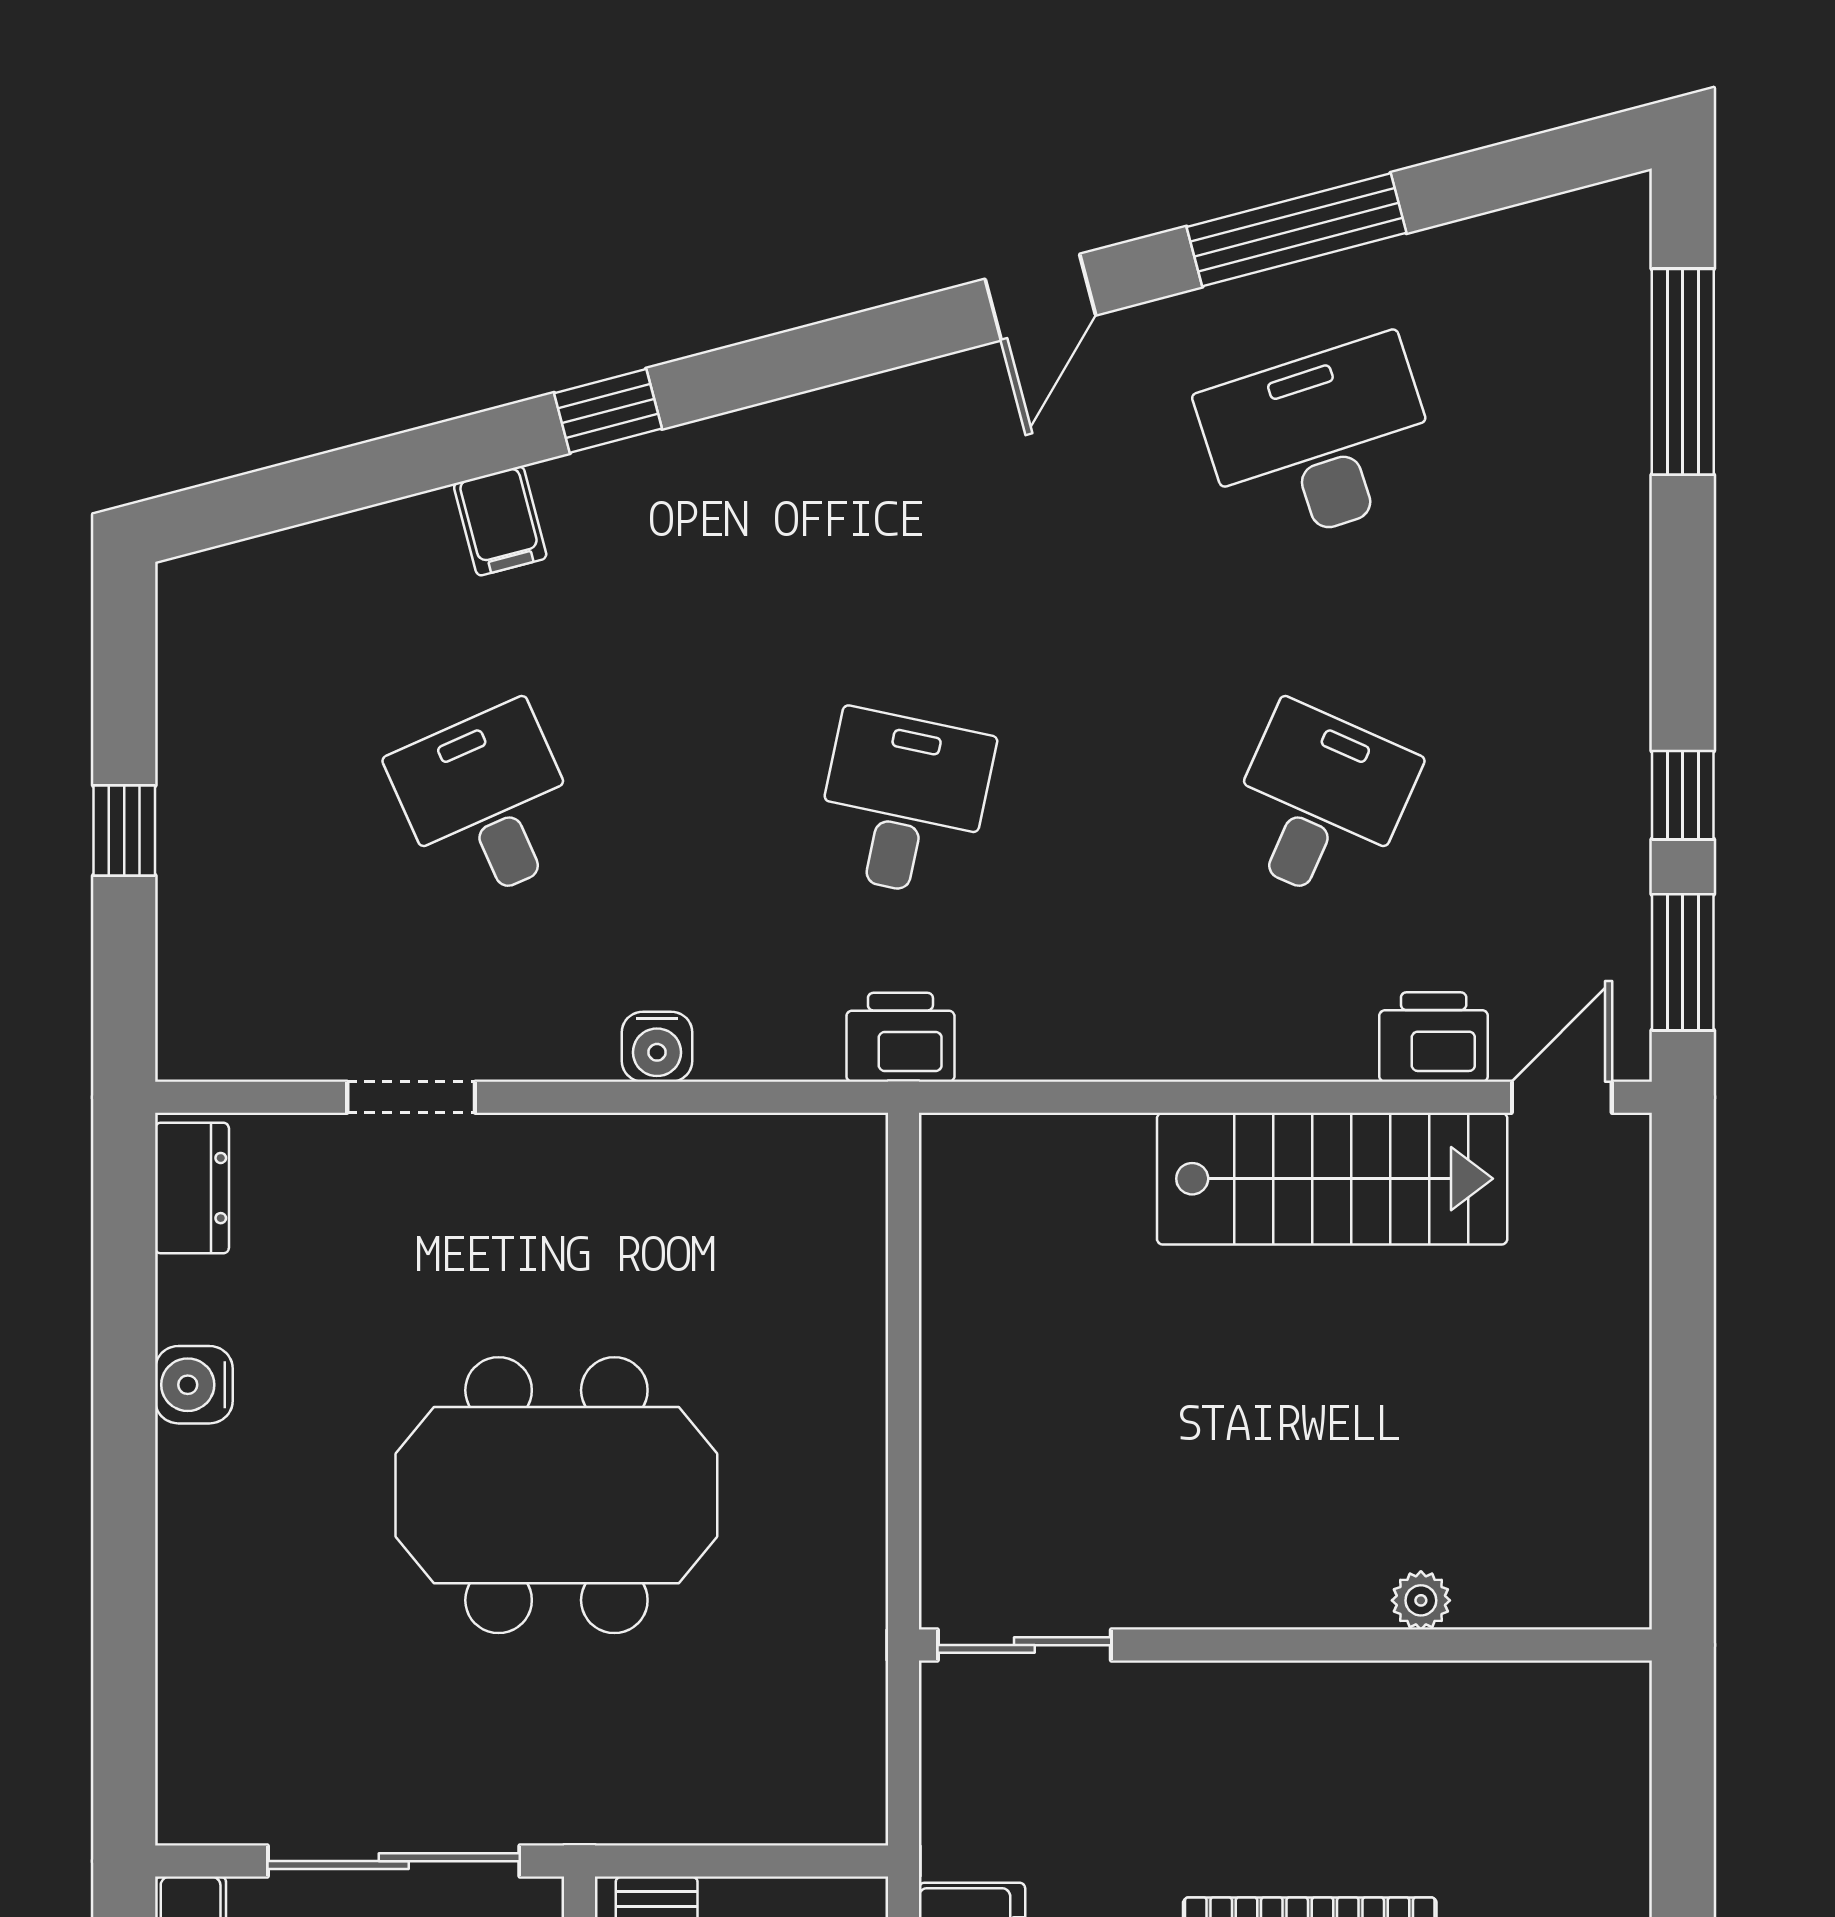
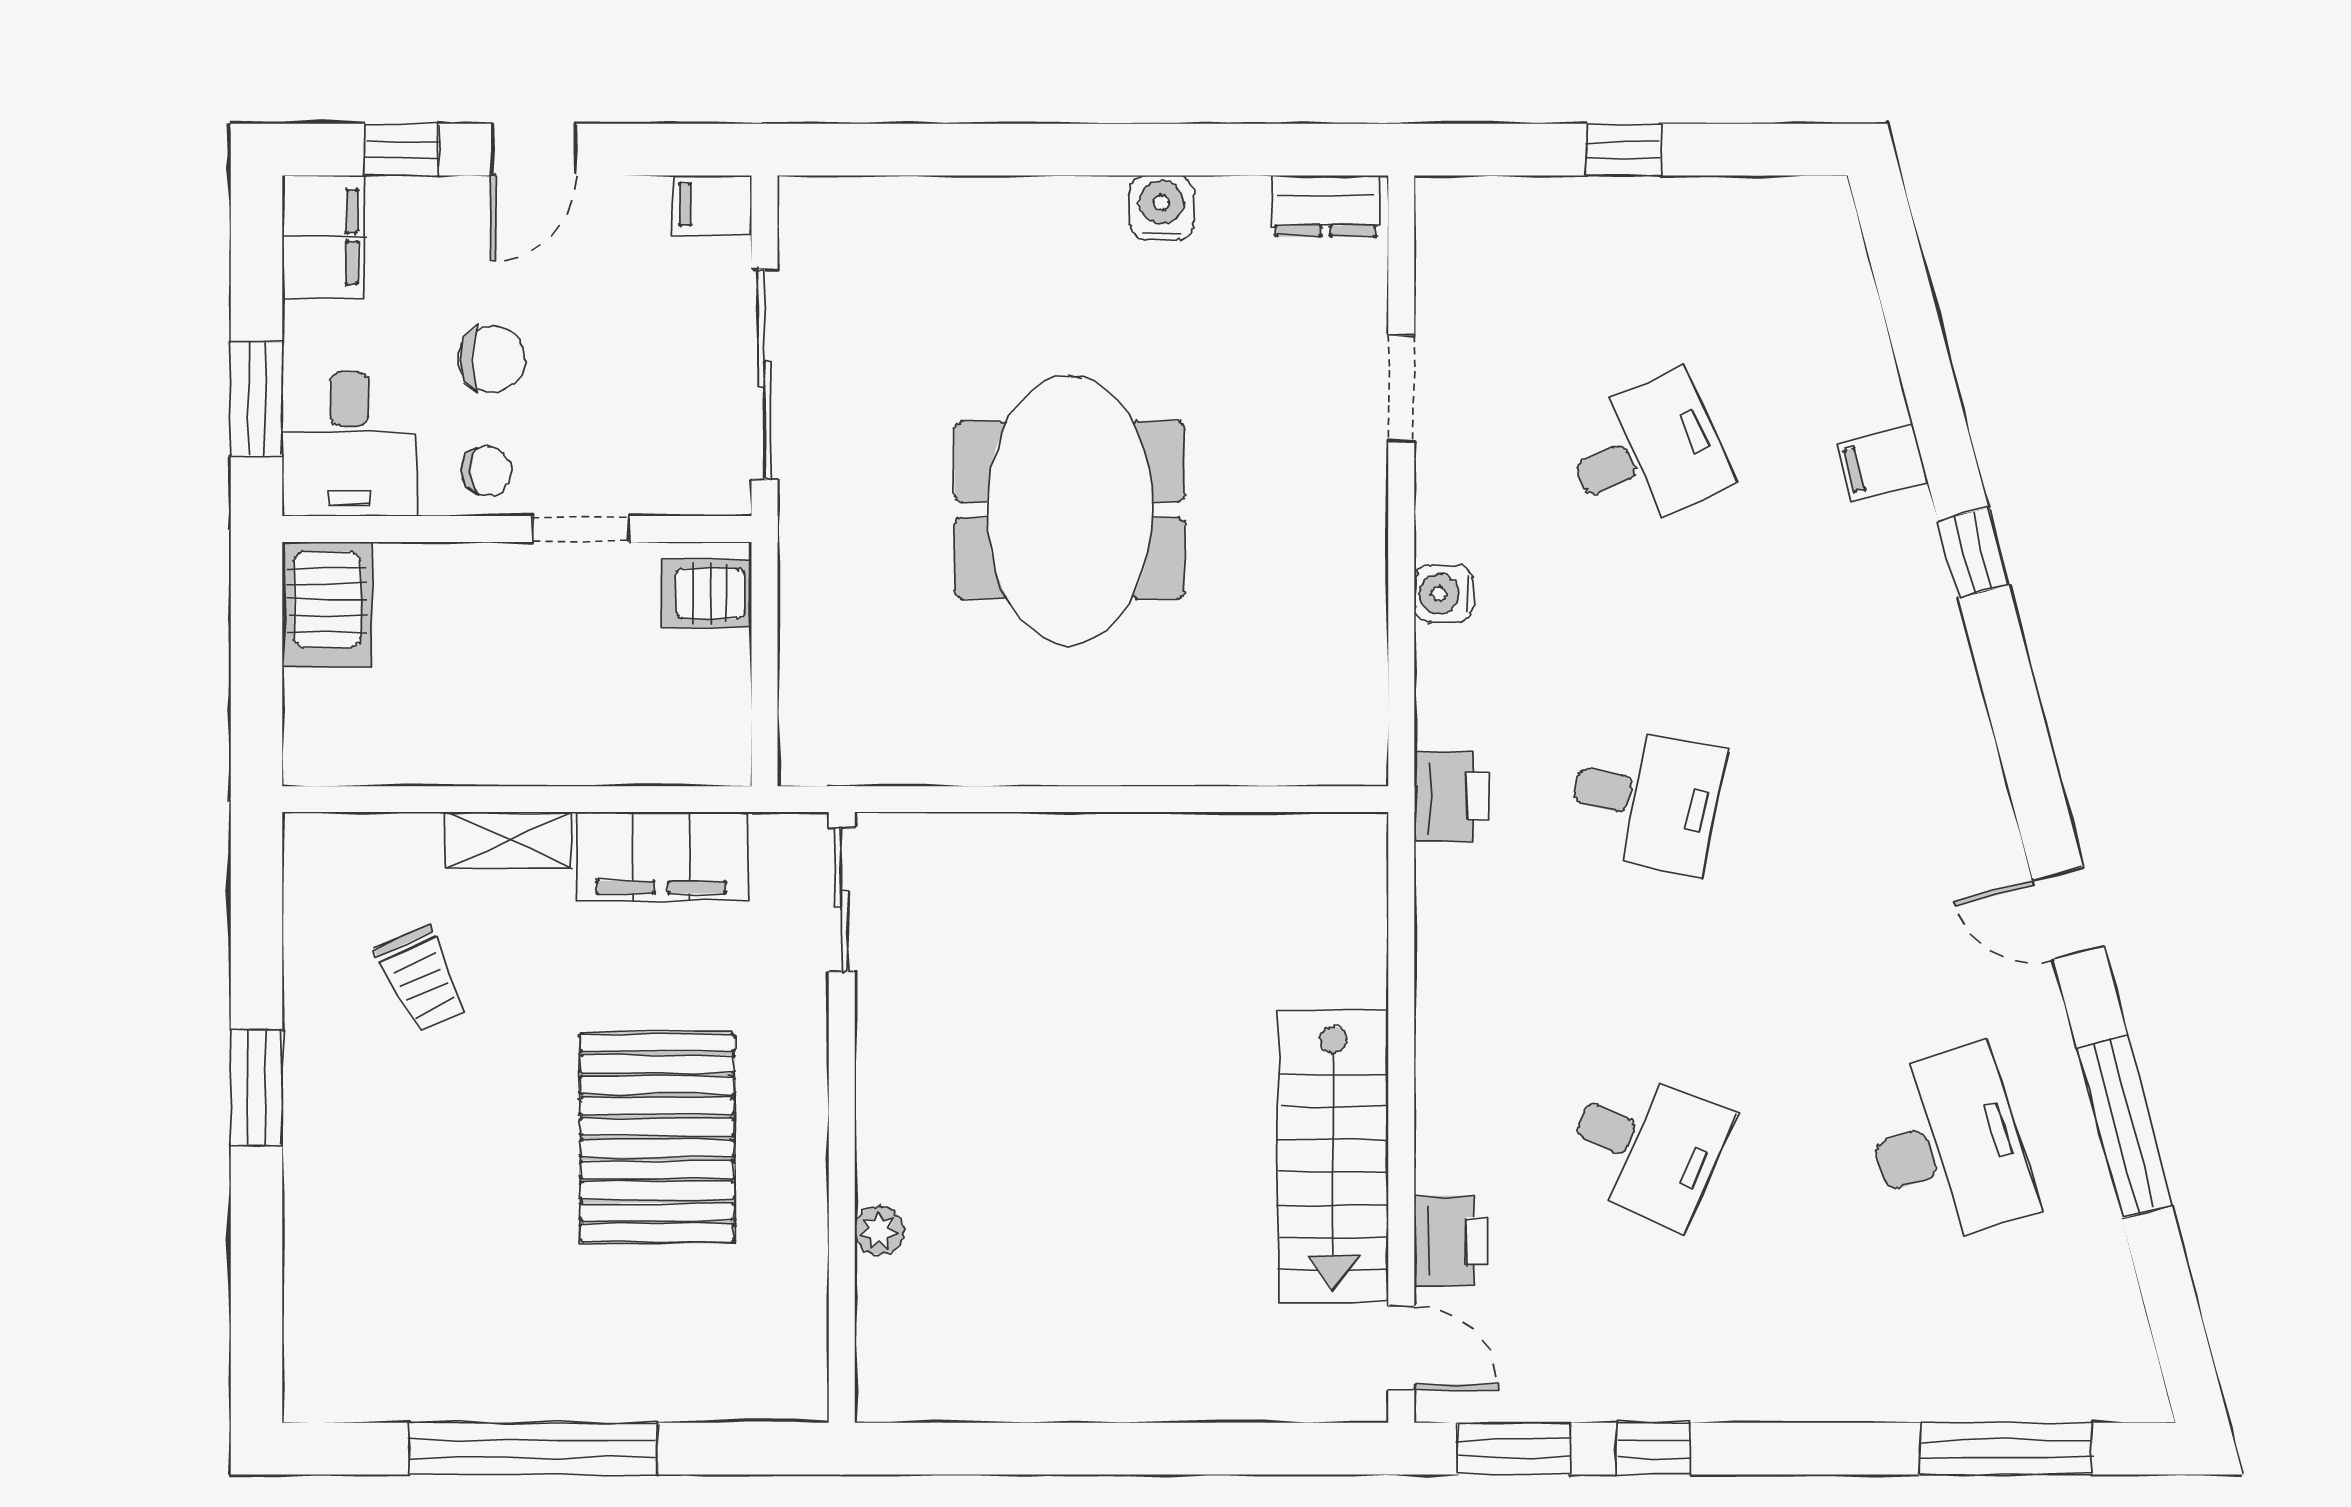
plant: (1421, 1600) -> (879, 1230), moved
sliding door: (1024, 1645) -> (842, 900), moved
wall: (1285, 1645) -> (842, 1117), moved

